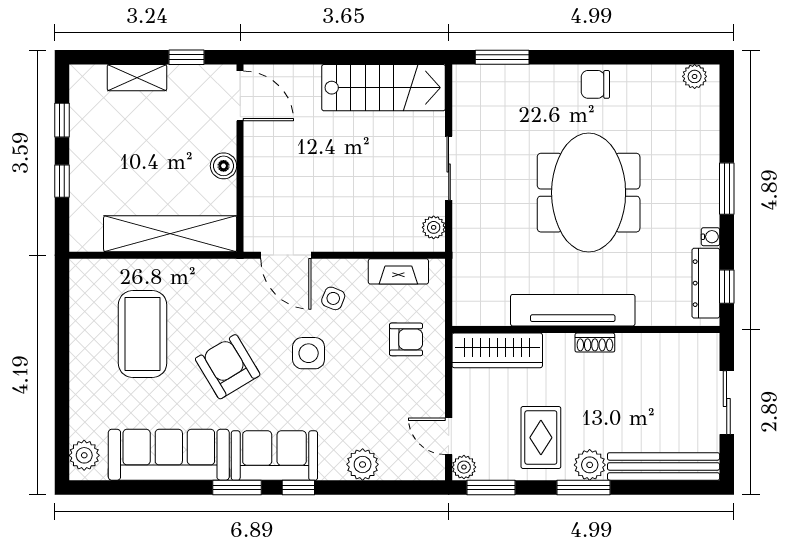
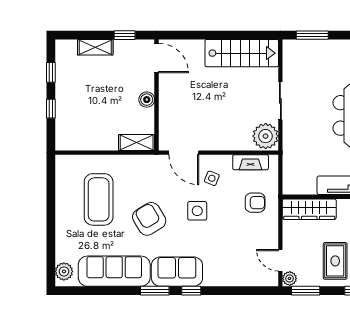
plant: (434, 227) -> (266, 136), width x1.87, depth x1.87
shelving: (170, 234) -> (137, 143), width x0.45, depth x0.75
plant: (363, 464) -> (229, 277), removed

